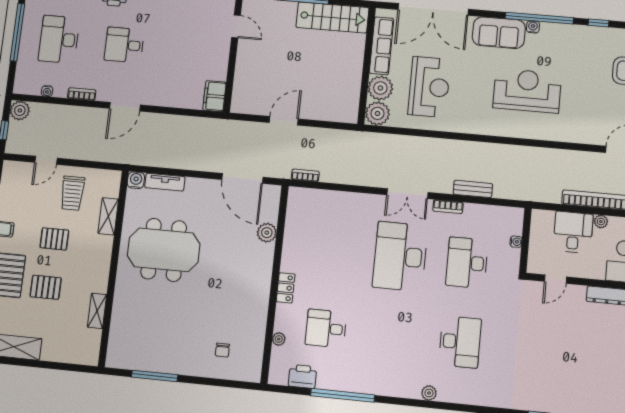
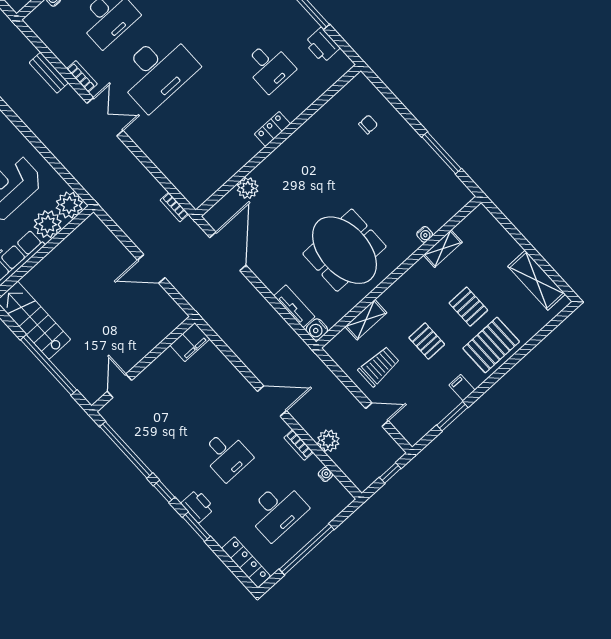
plant: (20, 110) -> (328, 441), moved
water cooler: (118, 309) -> (425, 234), added
plant: (279, 339) -> (315, 92), removed

